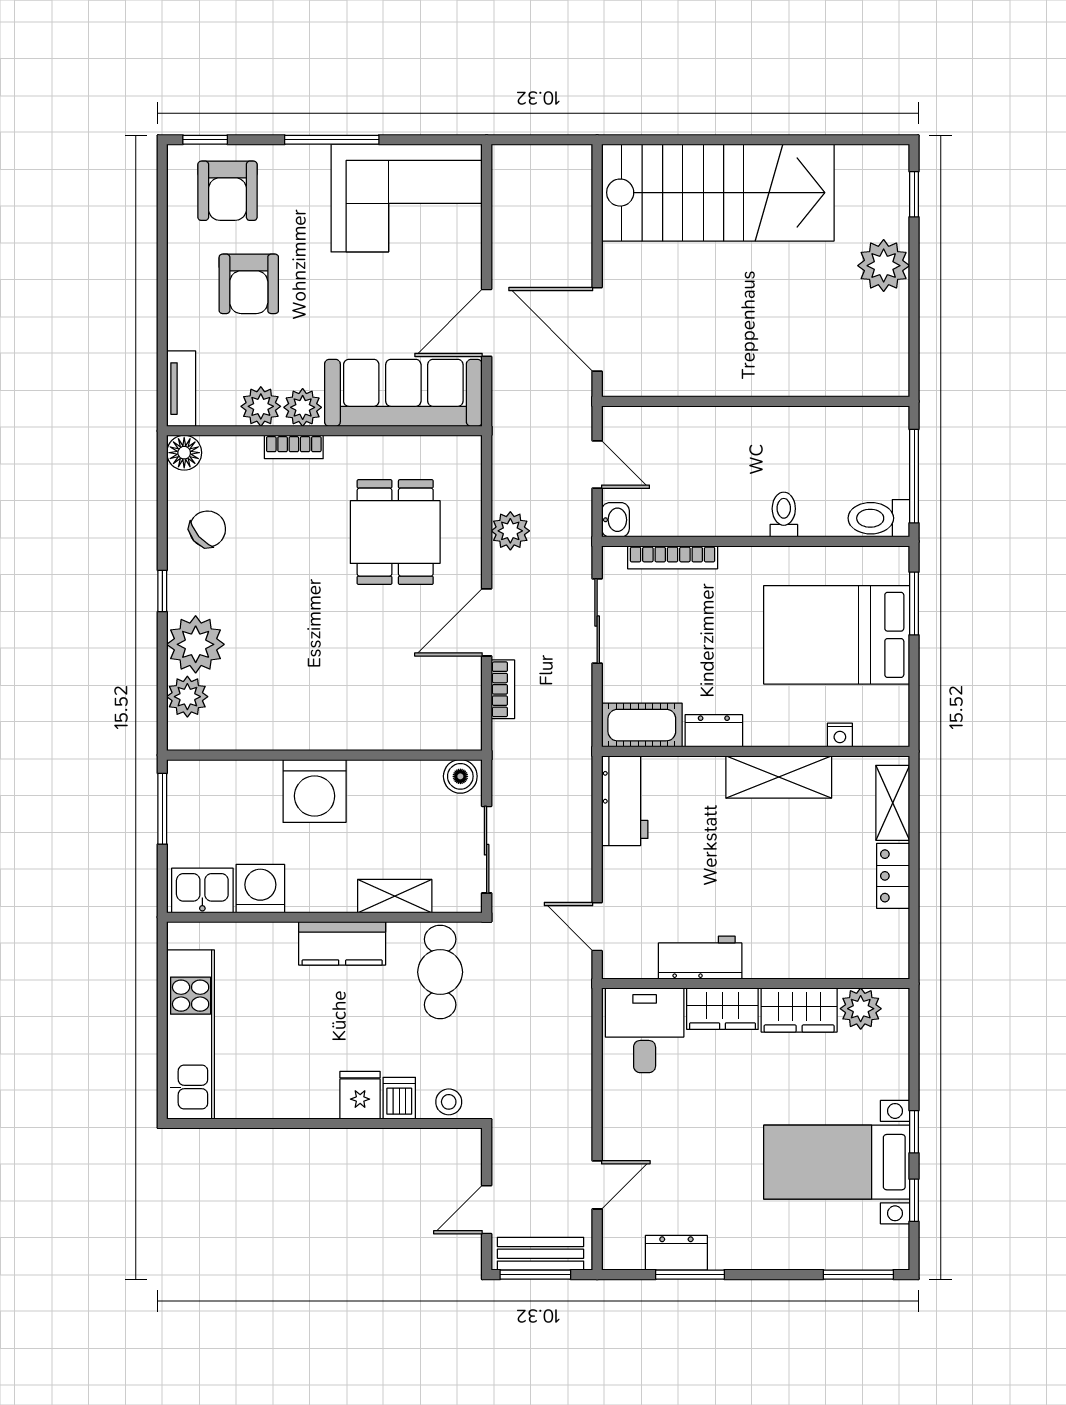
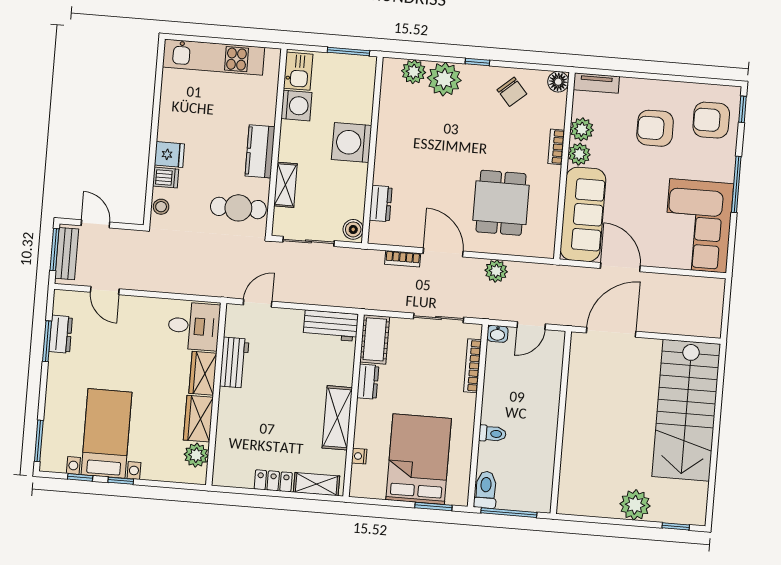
dining table: (395, 532) -> (501, 203), turned 90
dresser: (413, 734) -> (381, 204), added

